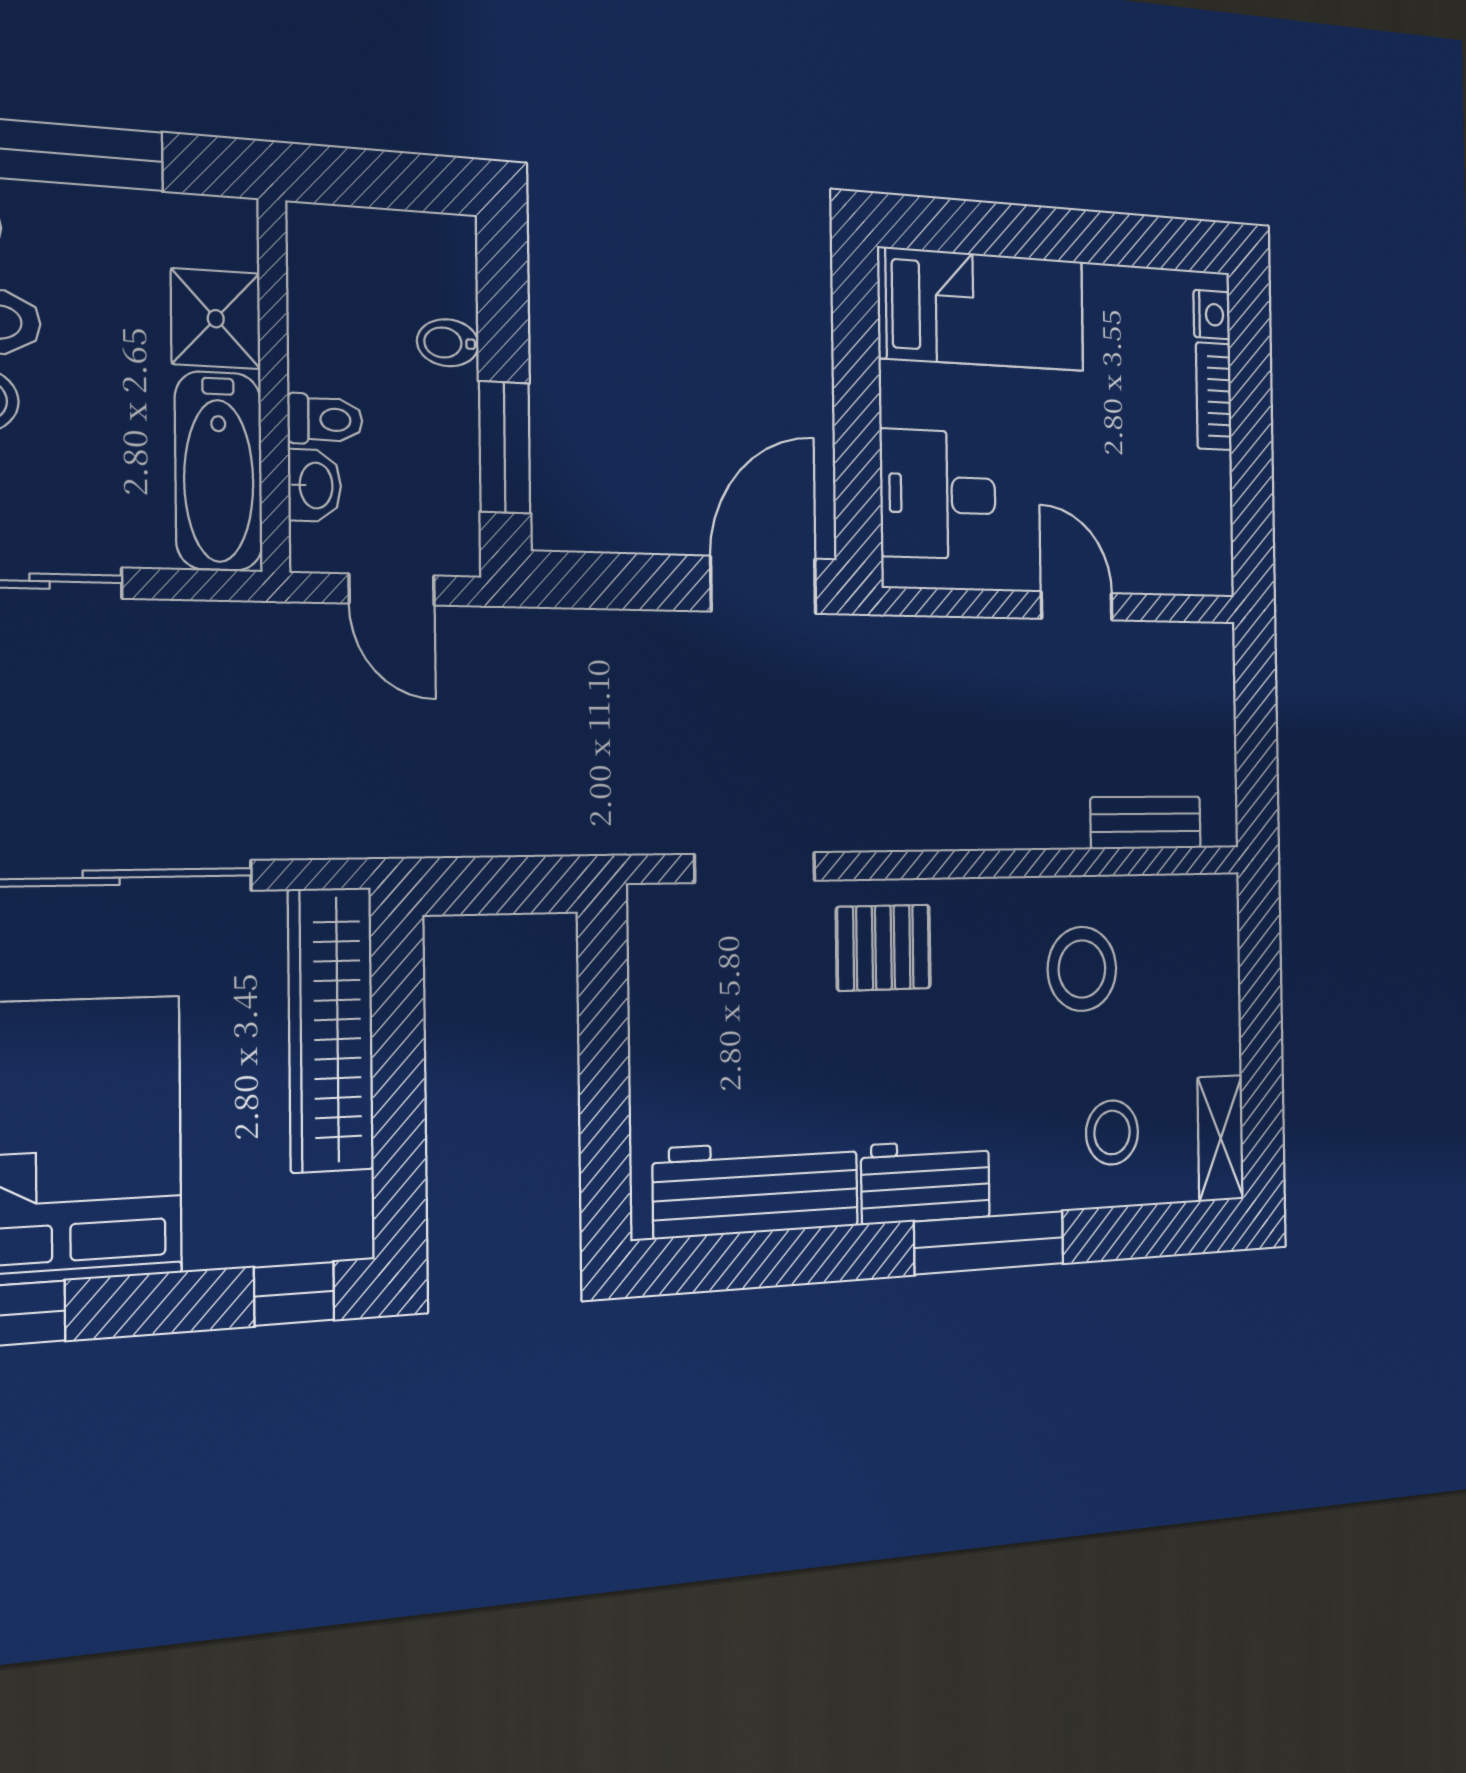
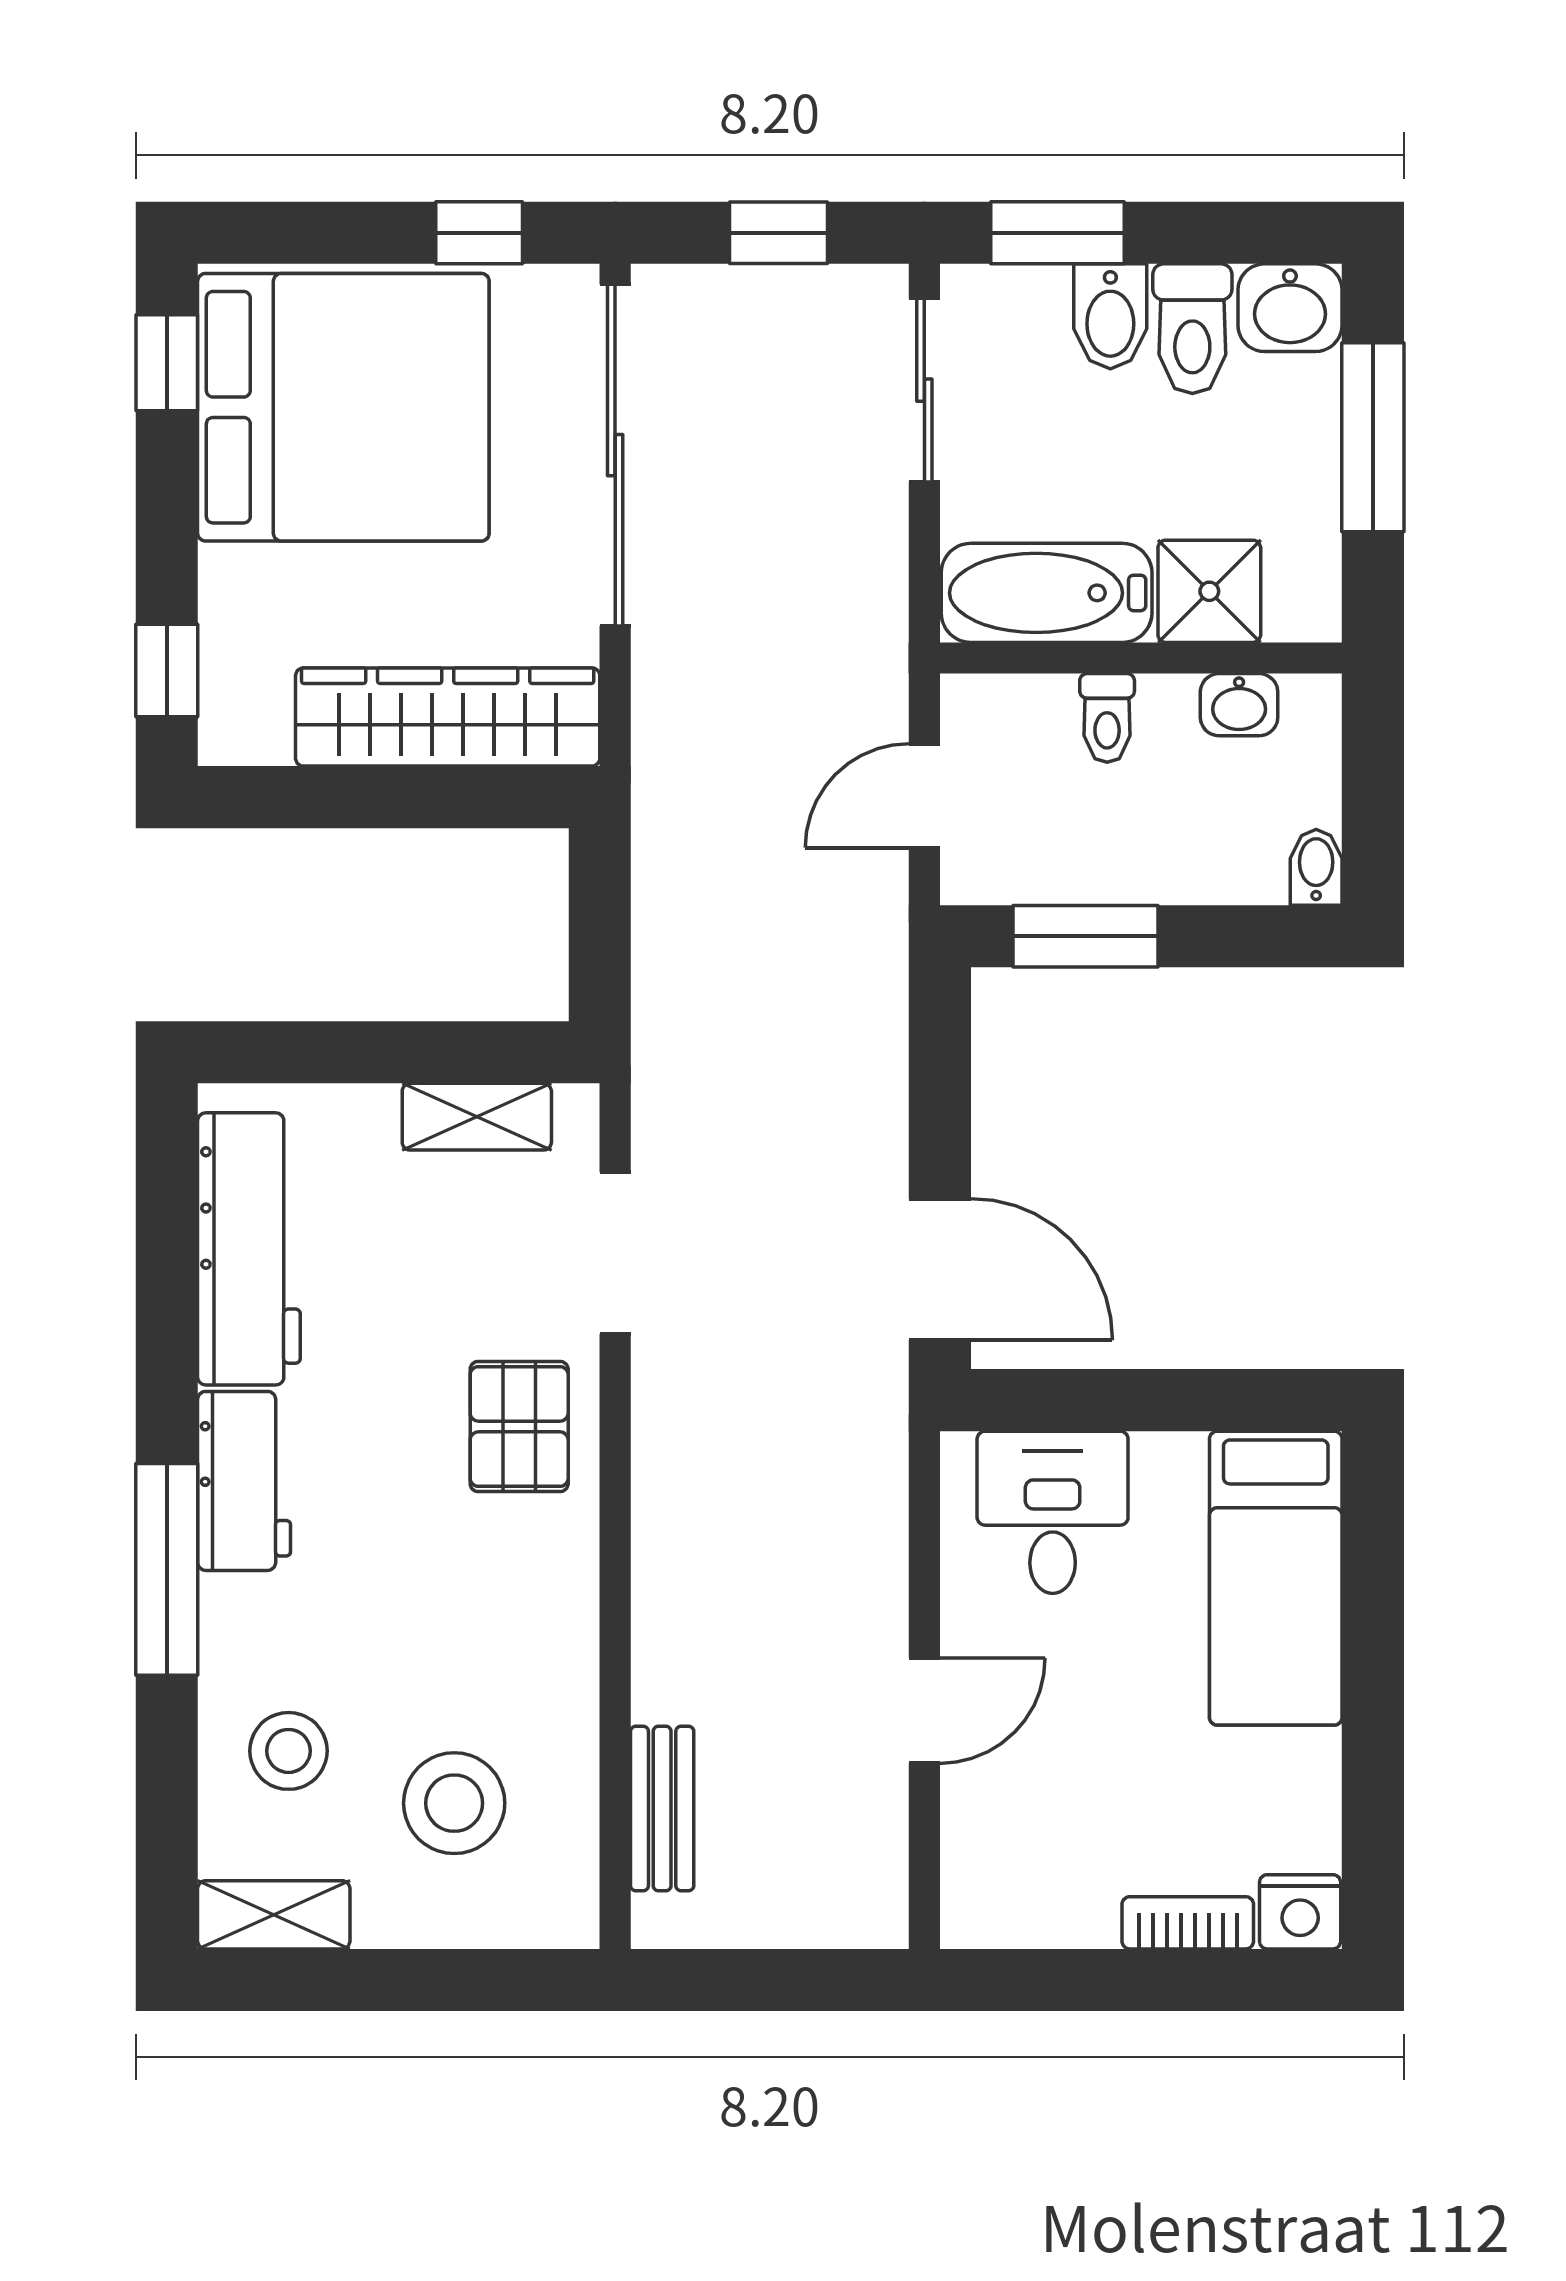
nightstand: (1212, 315) -> (1300, 1912), width x1.39, depth x1.35
bidet: (448, 343) -> (1316, 867), moved
washbasin: (315, 485) -> (1239, 705), moved
stool: (1082, 969) -> (454, 1803), moved
shelving: (653, 992) -> (477, 1117), added

